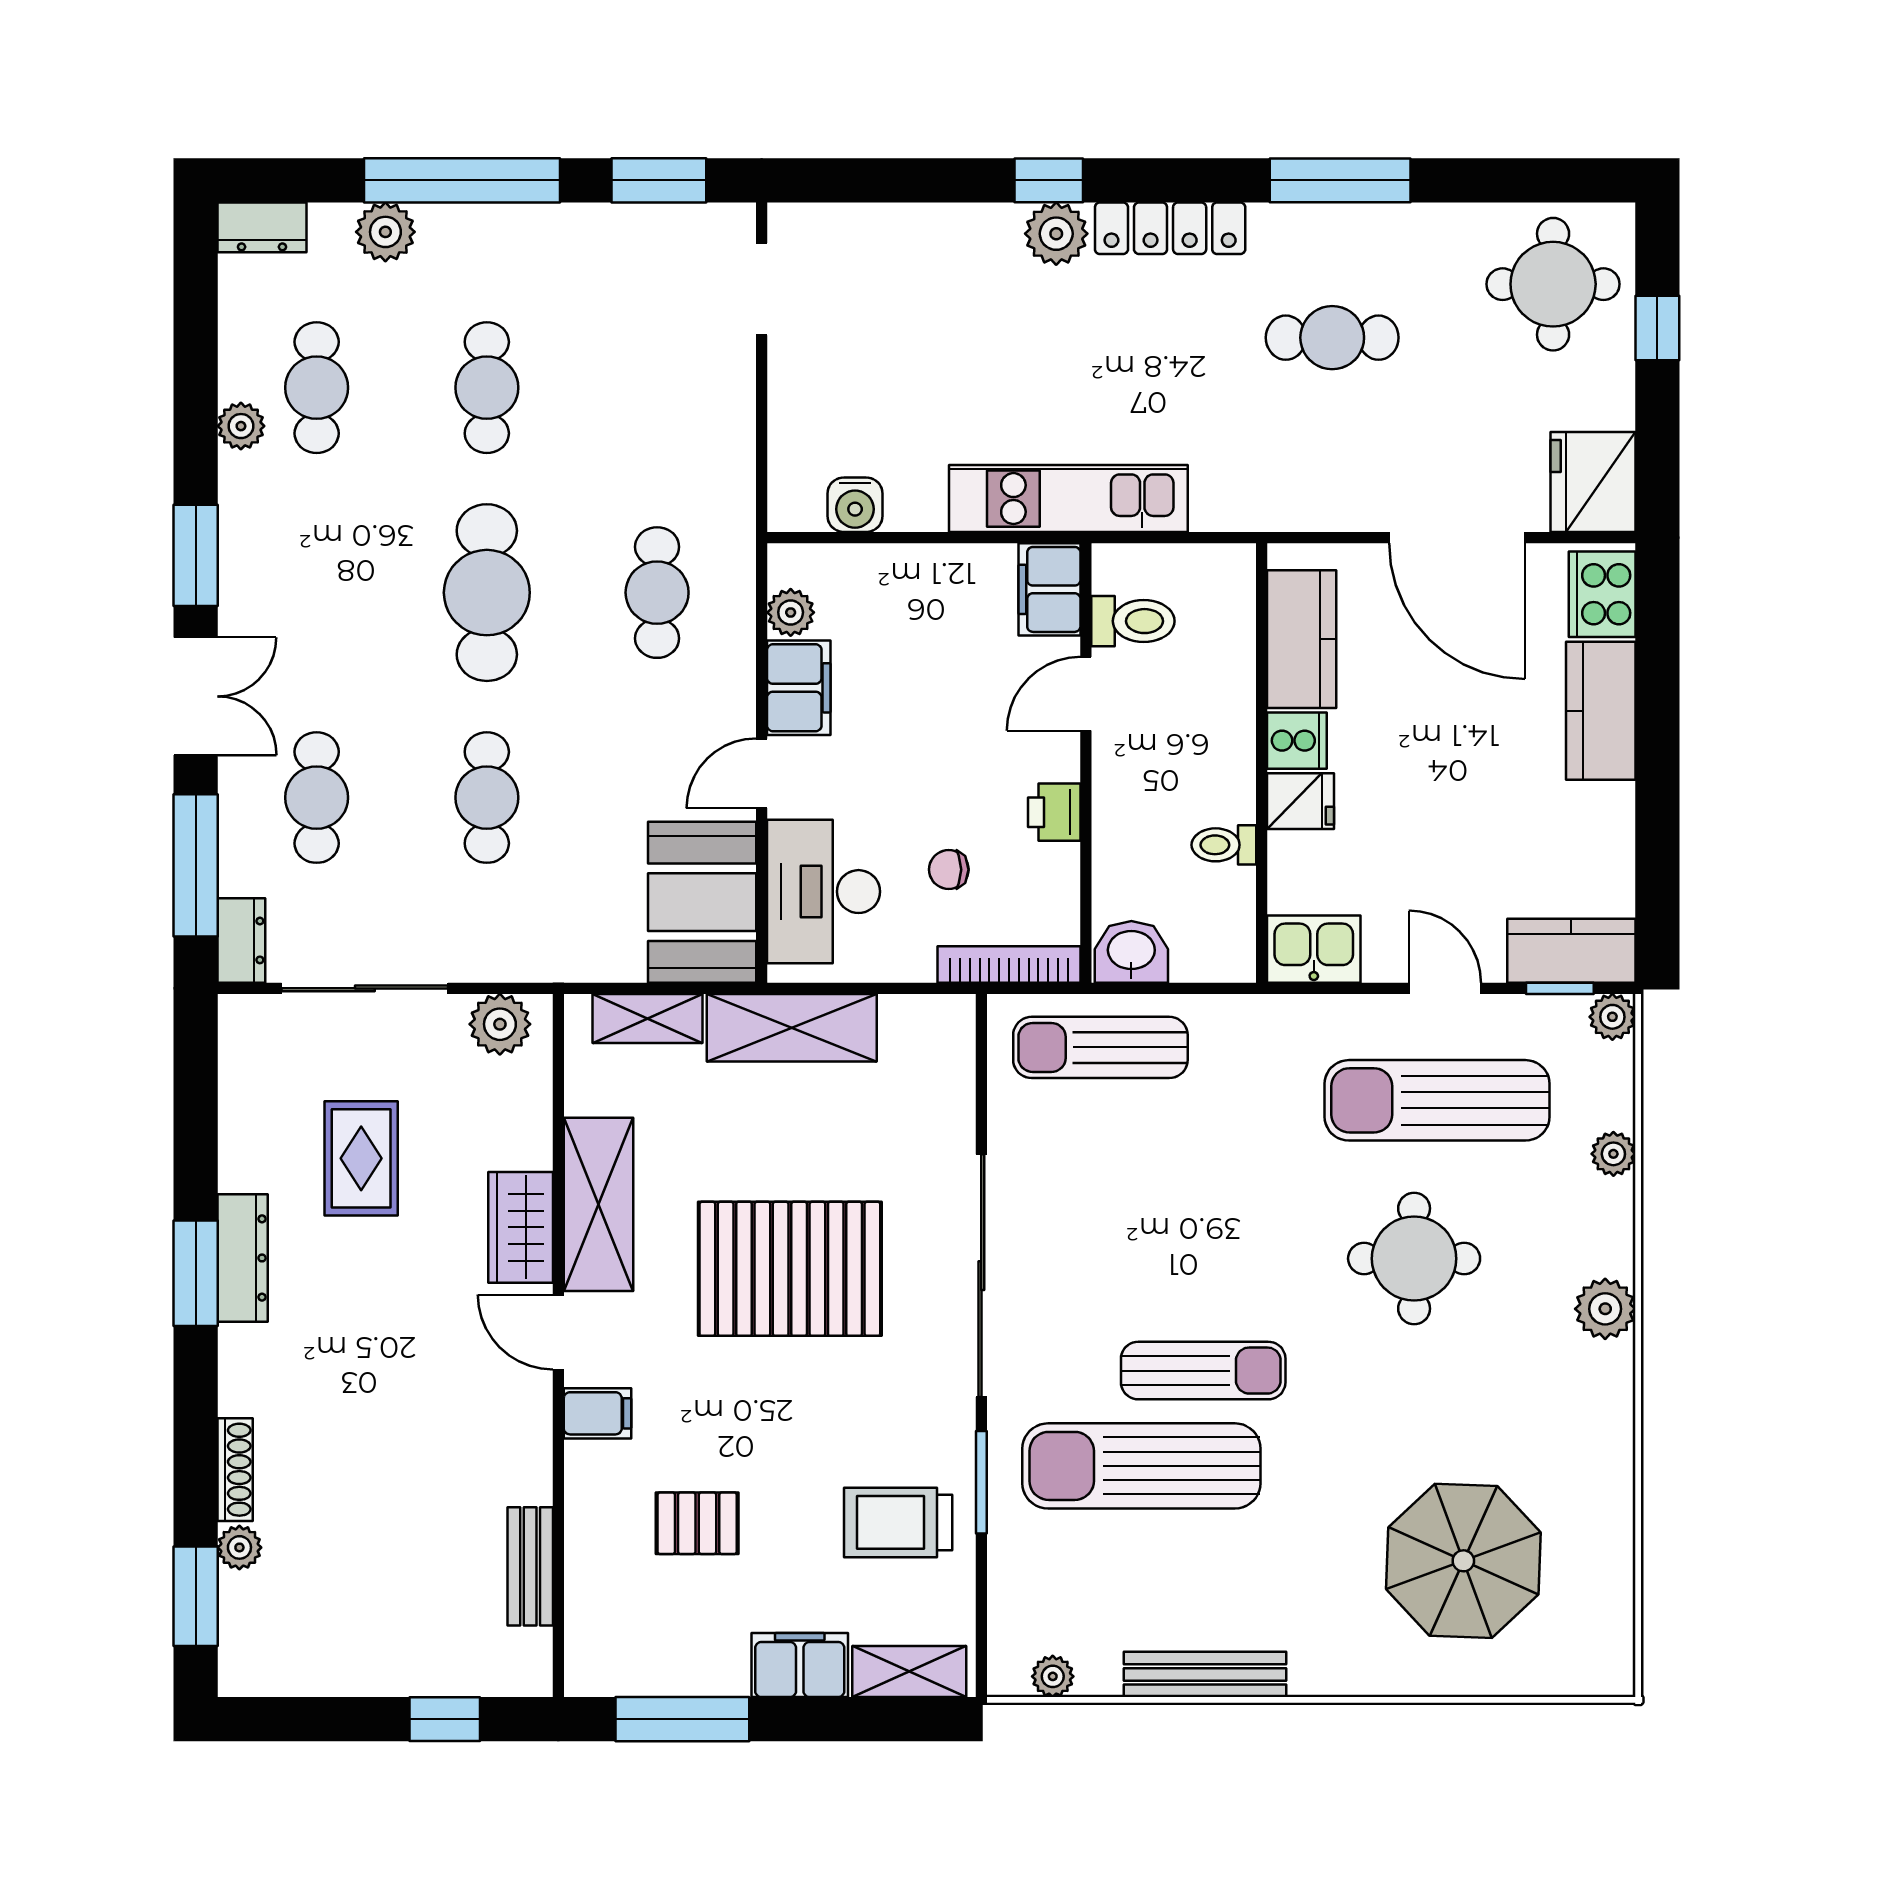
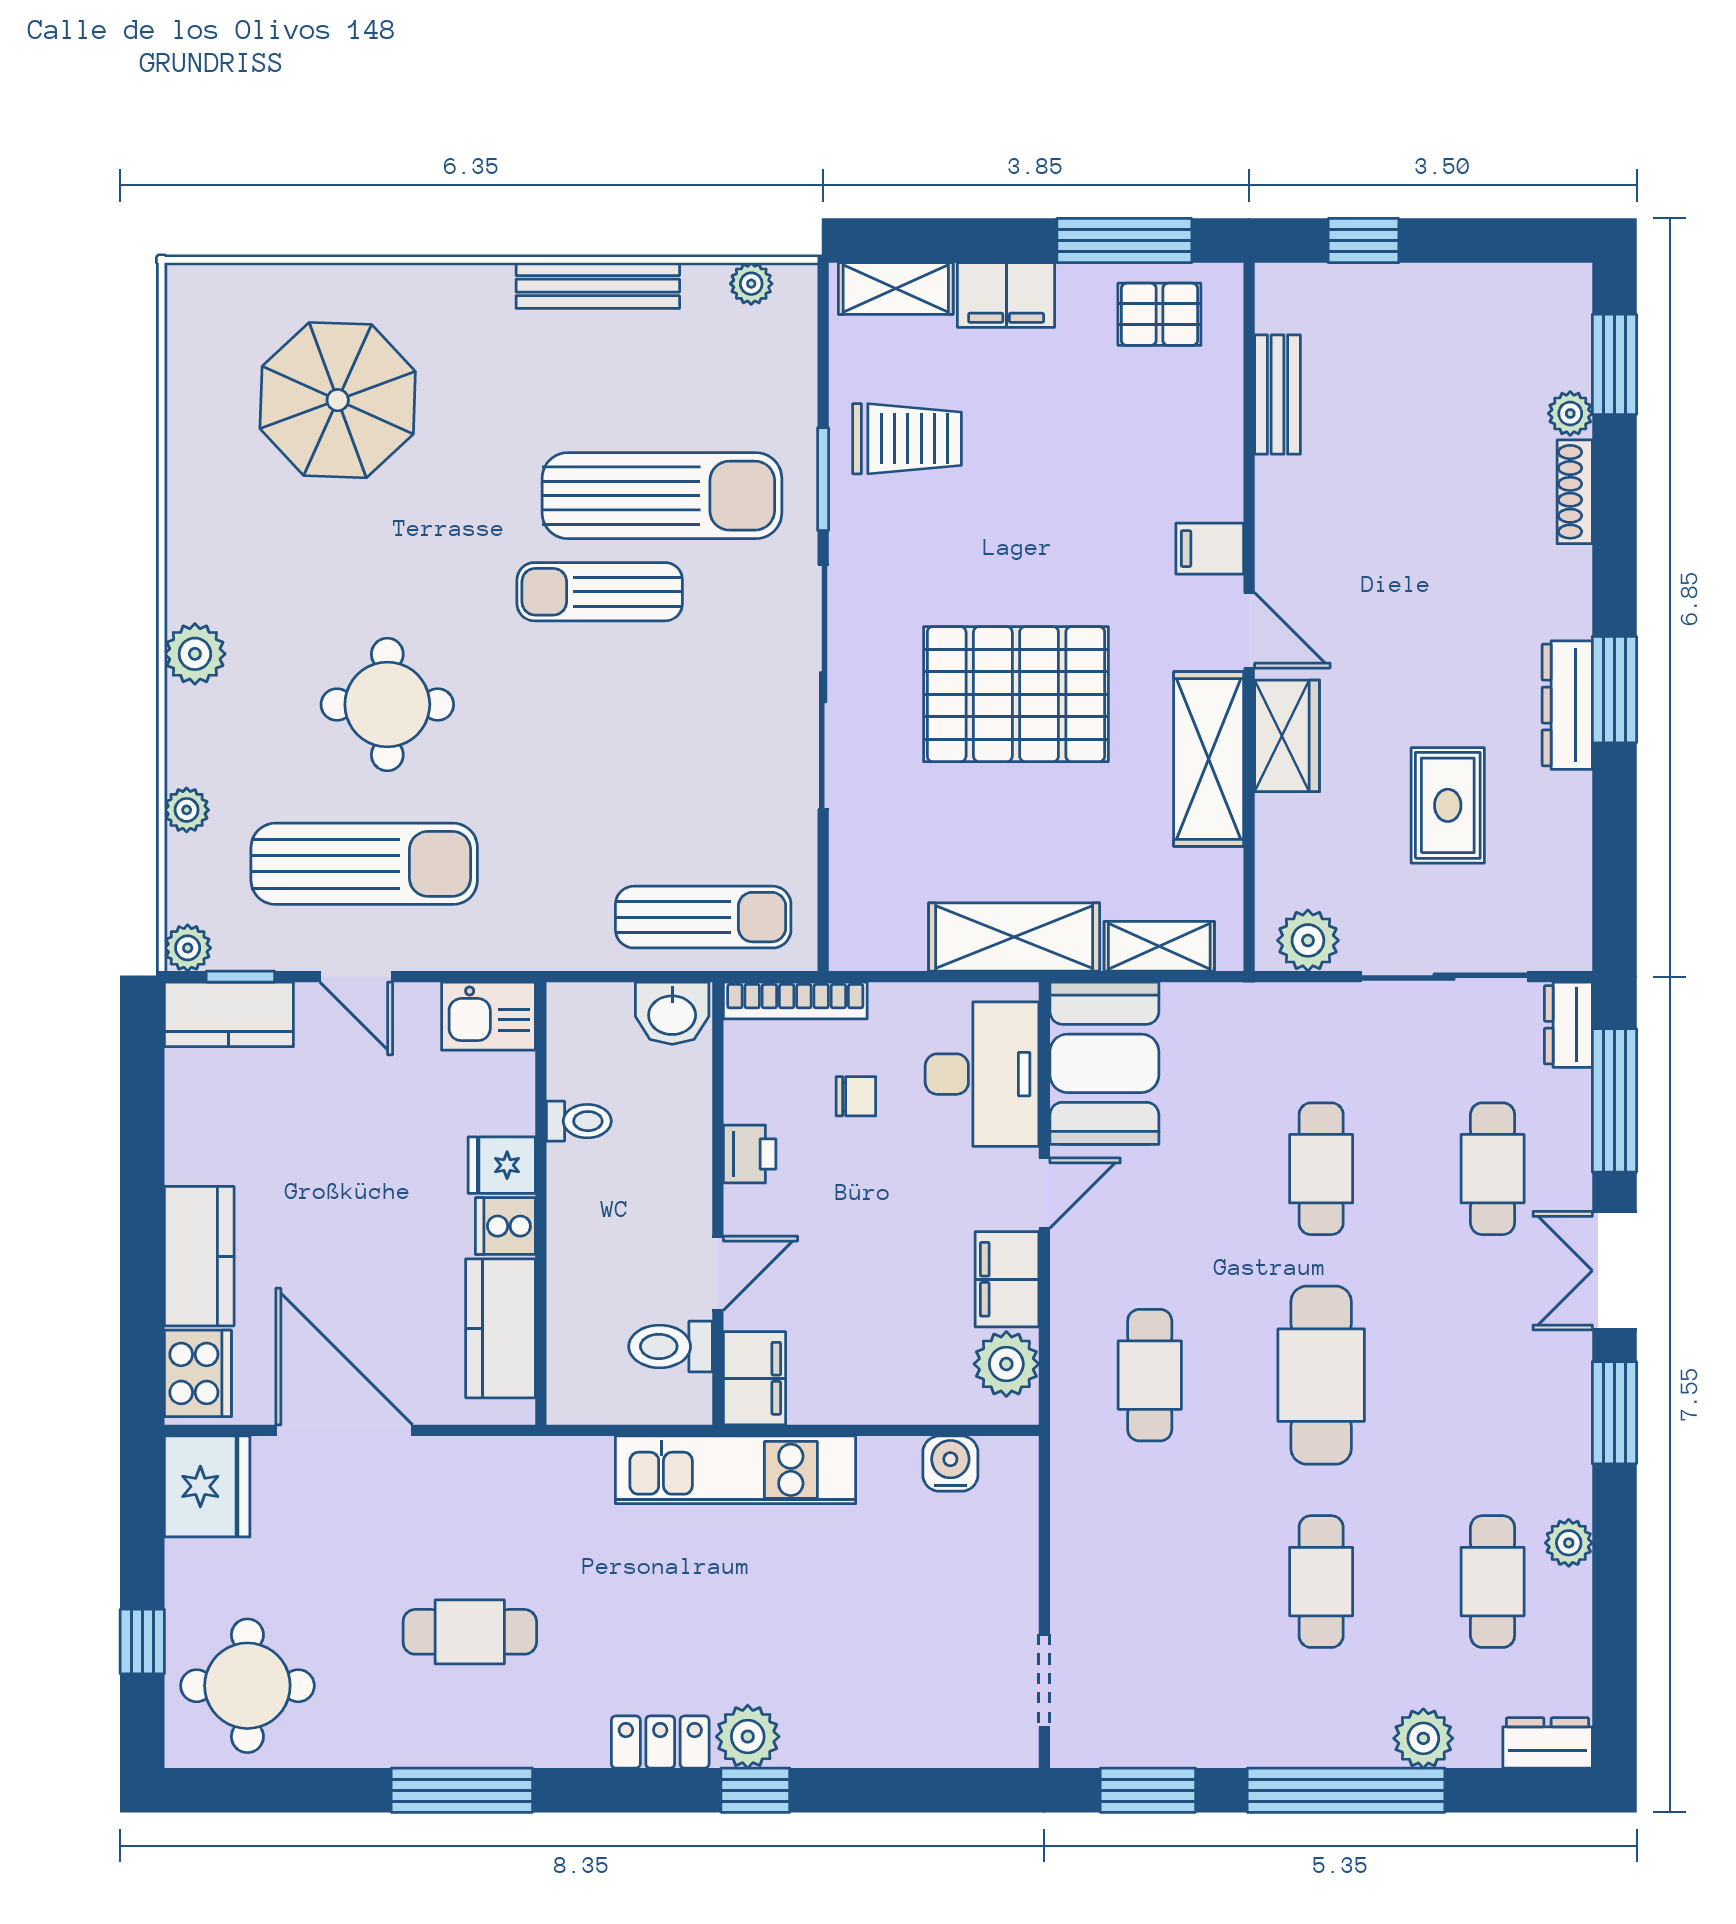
locker: (1170, 228) -> (660, 1742), width x0.66
plant: (791, 612) -> (1006, 1364), width x1.38, depth x1.38
pallet: (697, 1523) -> (1159, 314), moved

